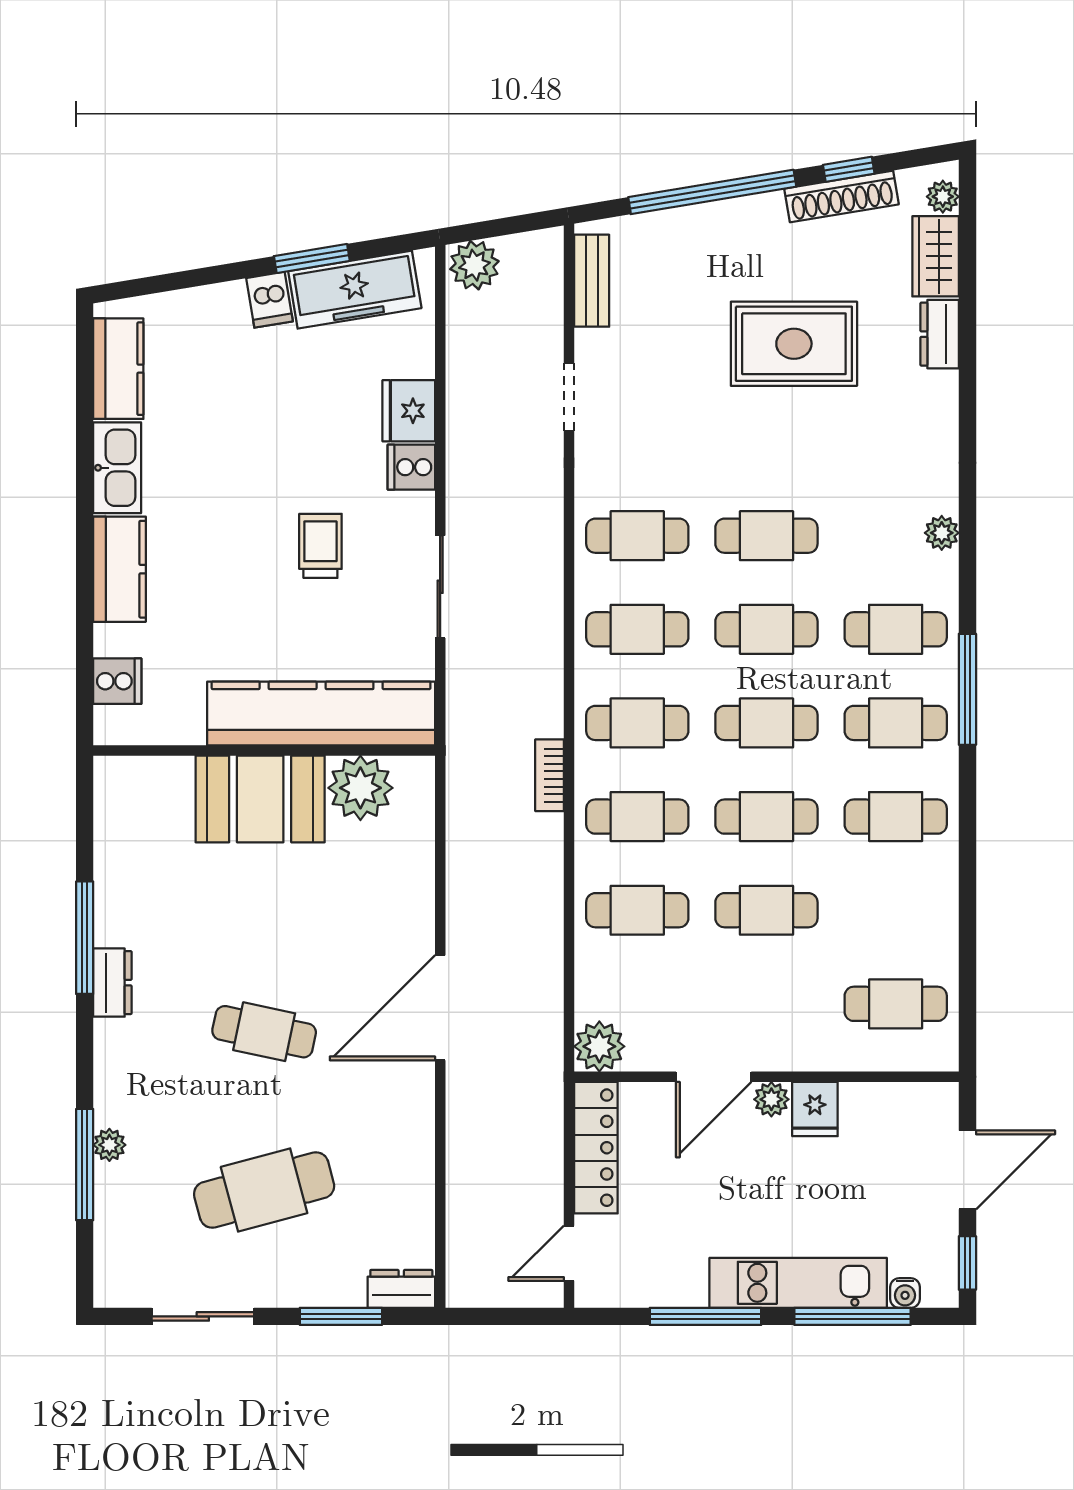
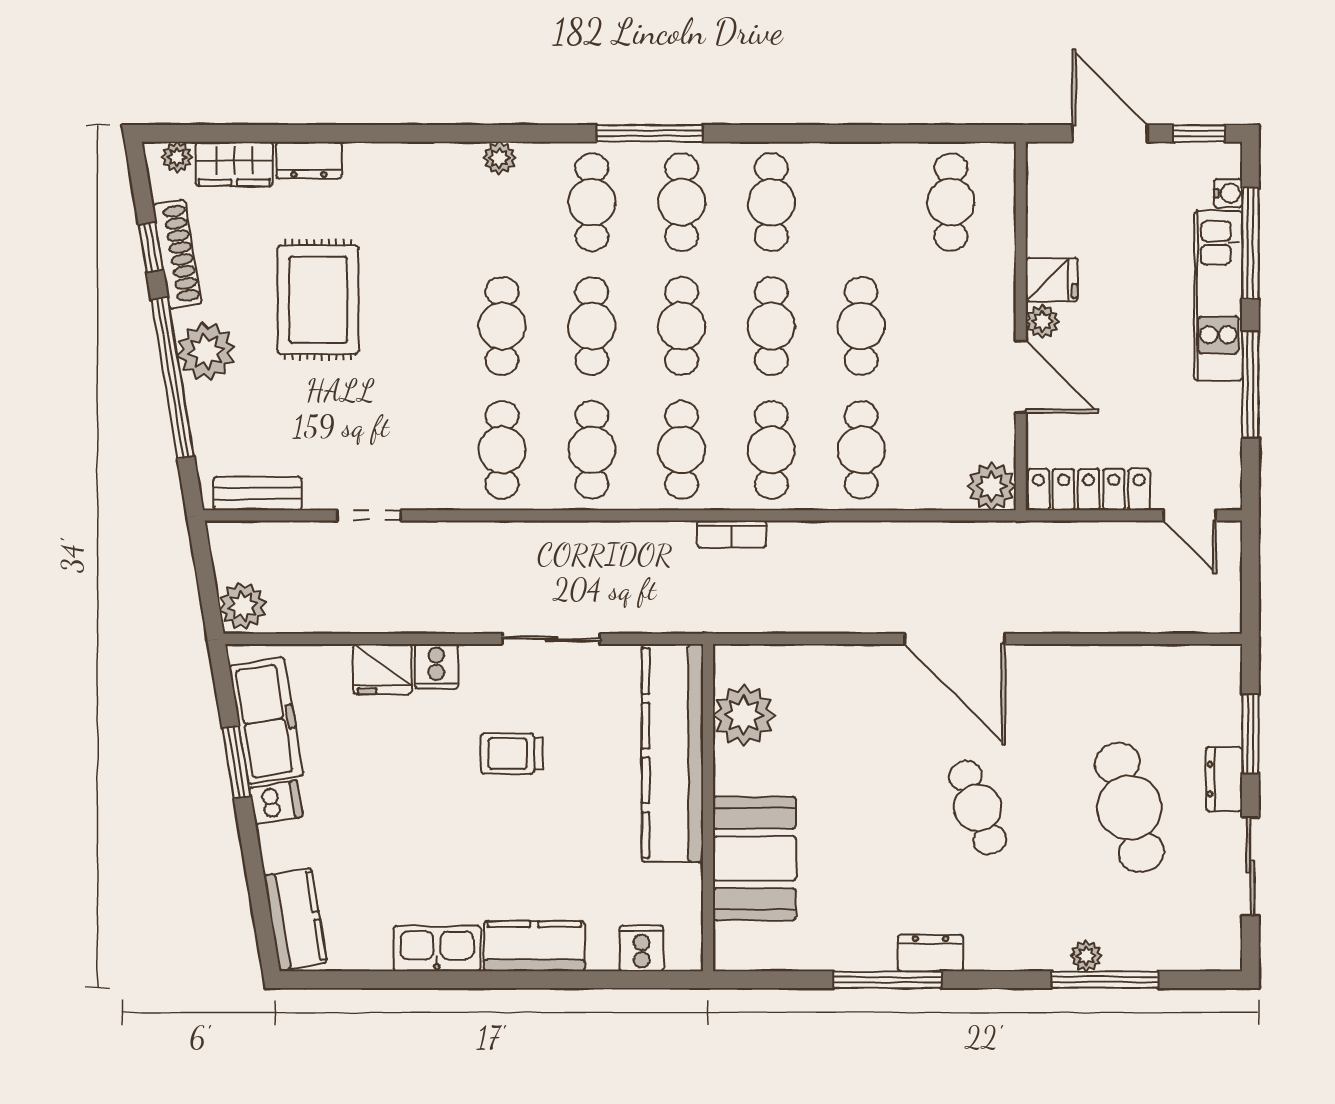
plant: (740, 227) -> (206, 351), added
kitchen counter: (118, 369) -> (295, 919), moved, turned 81
booth: (260, 799) -> (754, 859), moved
cafe table: (264, 1032) -> (978, 808), turned -33
dresser: (401, 1289) -> (1224, 779), moved

